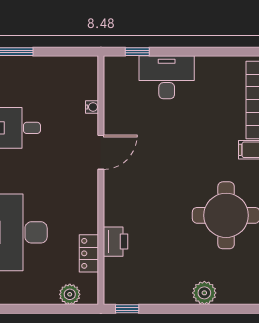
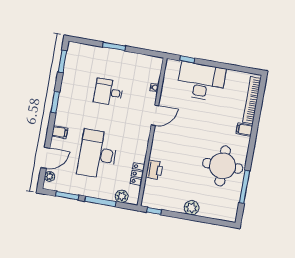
desk: (167, 77) -> (201, 82), width x1.36, depth x1.30
plant: (204, 293) -> (192, 208), moved
window: (37, 309) -> (100, 201), added

